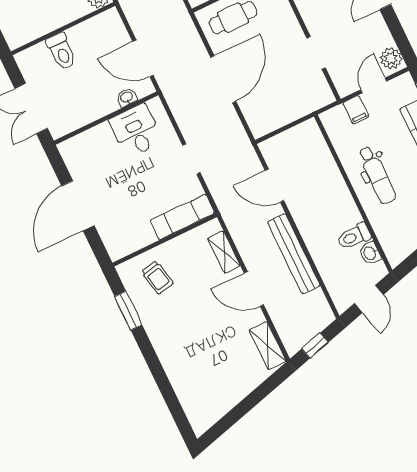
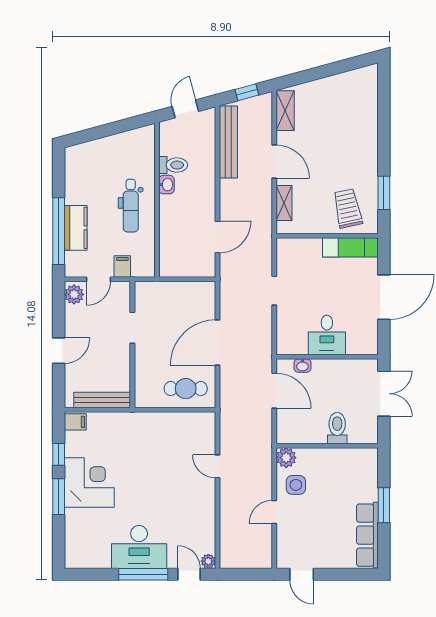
desk: (136, 131) -> (327, 335), moved
dental chair: (377, 175) -> (131, 206), turned 180
door: (274, 186) -> (217, 237), hinge flipped
exam couch: (182, 217) -> (350, 247), moved
washbasin: (370, 253) -> (166, 185), moved
bench: (294, 254) -> (228, 142), moved
trolley: (157, 277) -> (348, 208), width x1.36, depth x1.39

